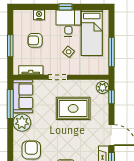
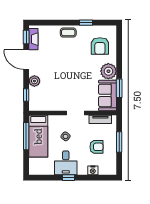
bed: (92, 33) -> (38, 136), moved, turned 180
plant: (102, 87) -> (34, 81), moved
window: (10, 104) -> (119, 88), width x0.69
rug: (73, 108) -> (61, 84), removed

